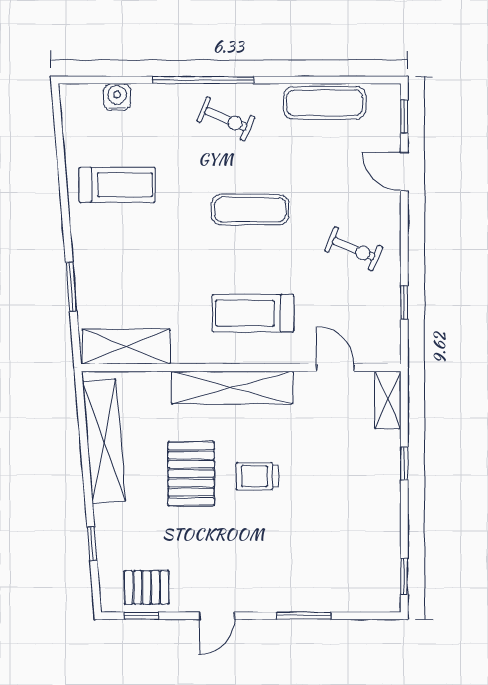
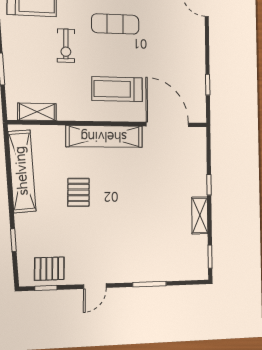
exercise bike: (354, 249) -> (66, 46), moved, turned 67
shelving: (126, 347) -> (37, 112), width x0.67, depth x0.75
door: (335, 368) -> (167, 124), width x1.88
shelving: (388, 400) -> (200, 215), moved
pallet: (191, 474) -> (78, 192), width x0.67, depth x0.71
trolley: (257, 476) -> (120, 194), removed

